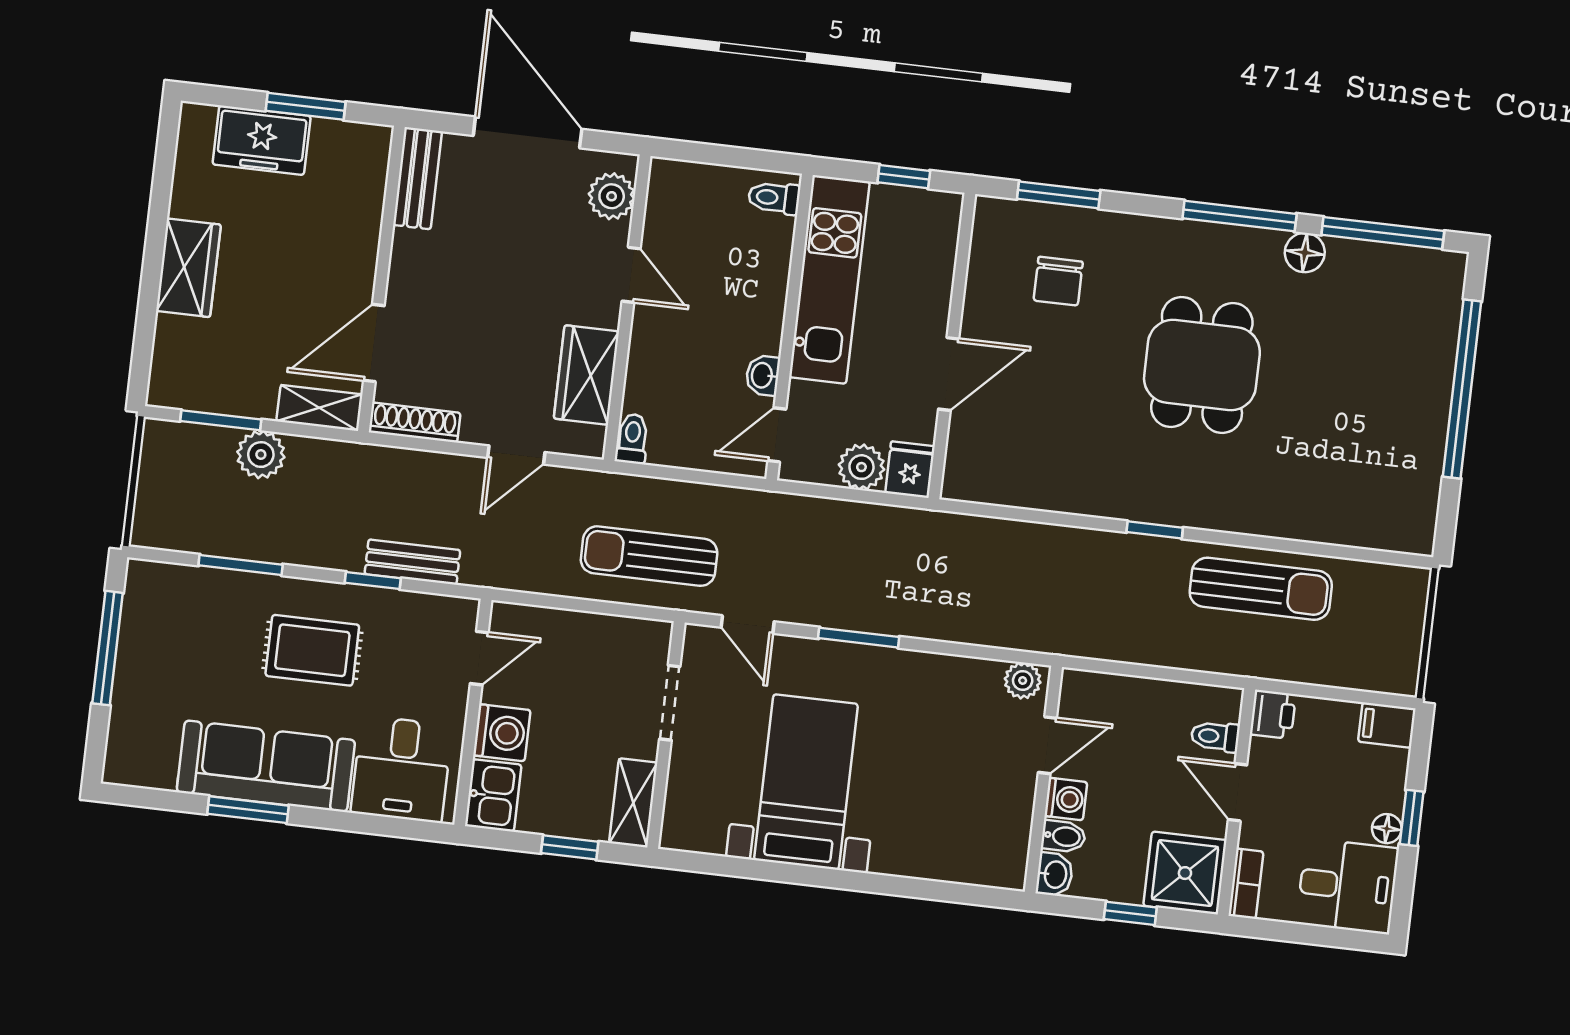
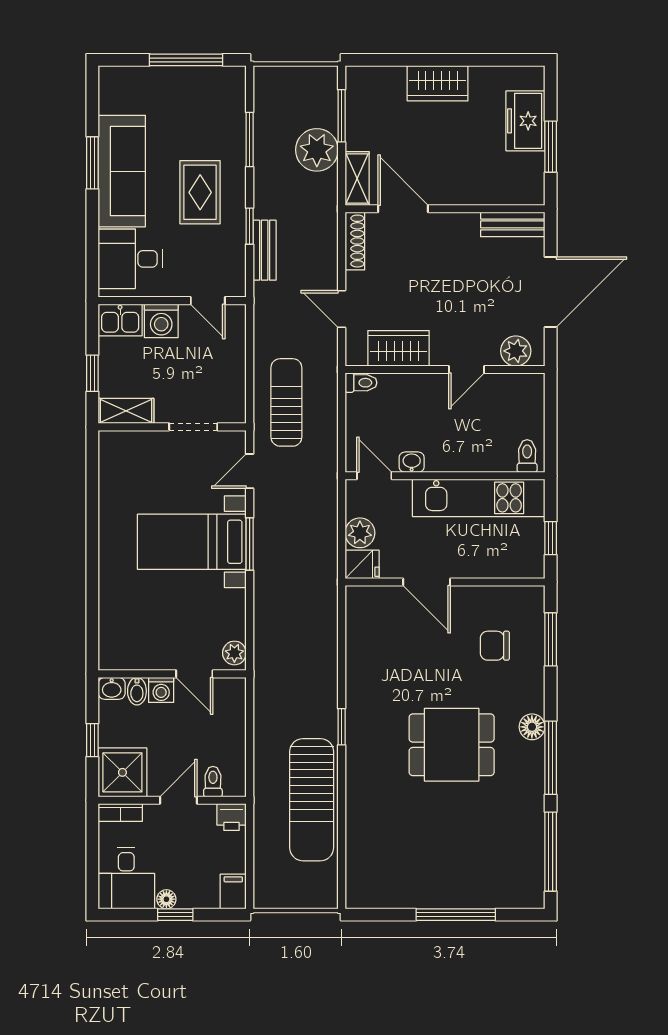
floor lamp: (1305, 253) -> (532, 727), moved
window: (1462, 389) -> (456, 915), width x0.68
plant: (261, 455) -> (317, 150), width x1.36, depth x1.36
sun lounger: (1261, 589) -> (312, 800), width x1.36, depth x1.34
bed with nightstands: (806, 782) -> (192, 542), moved, turned 180

